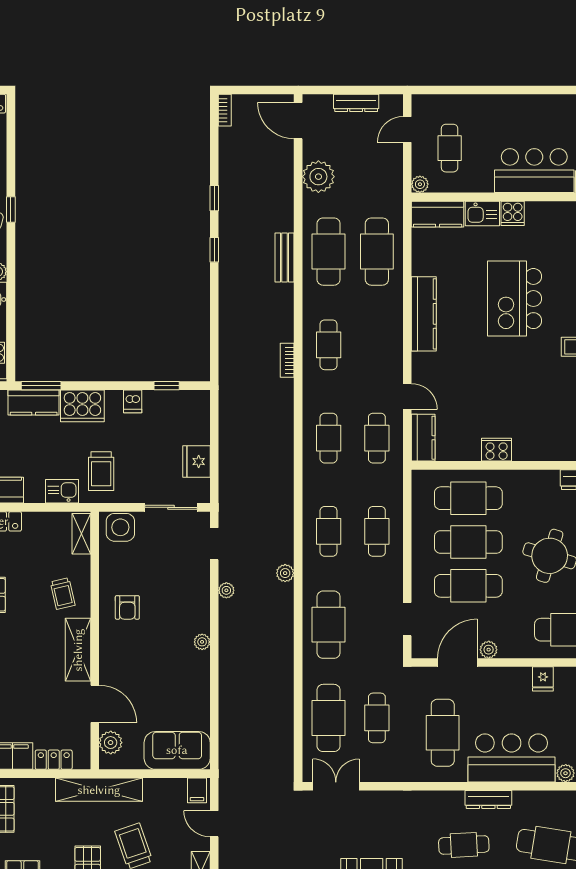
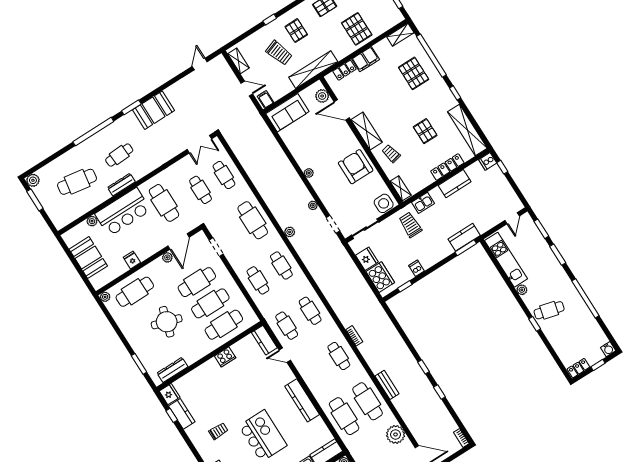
cooker: (82, 406) -> (380, 277), moved, turned 90
armchair: (127, 607) -> (356, 167), width x1.88, depth x1.88
cafe table: (329, 718) -> (224, 175), width x0.73, depth x0.74

